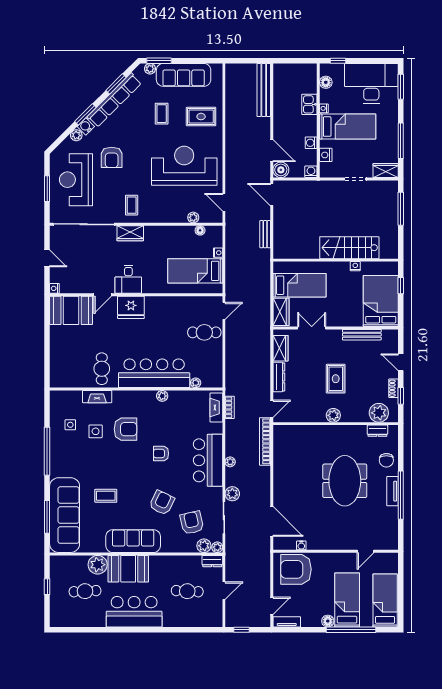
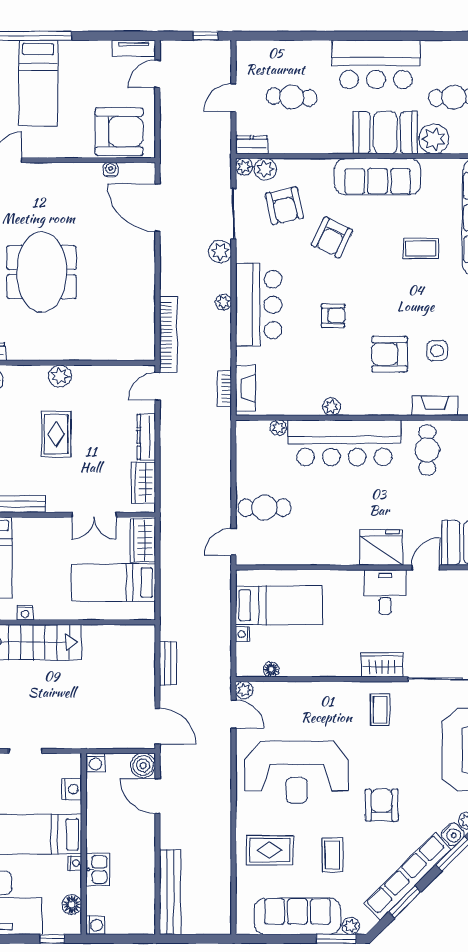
washing machine: (311, 143) -> (95, 925), moved
armchair: (112, 157) -> (382, 805), moved
plant: (193, 217) -> (244, 690), moved
floor lamp: (328, 621) -> (69, 50), removed

